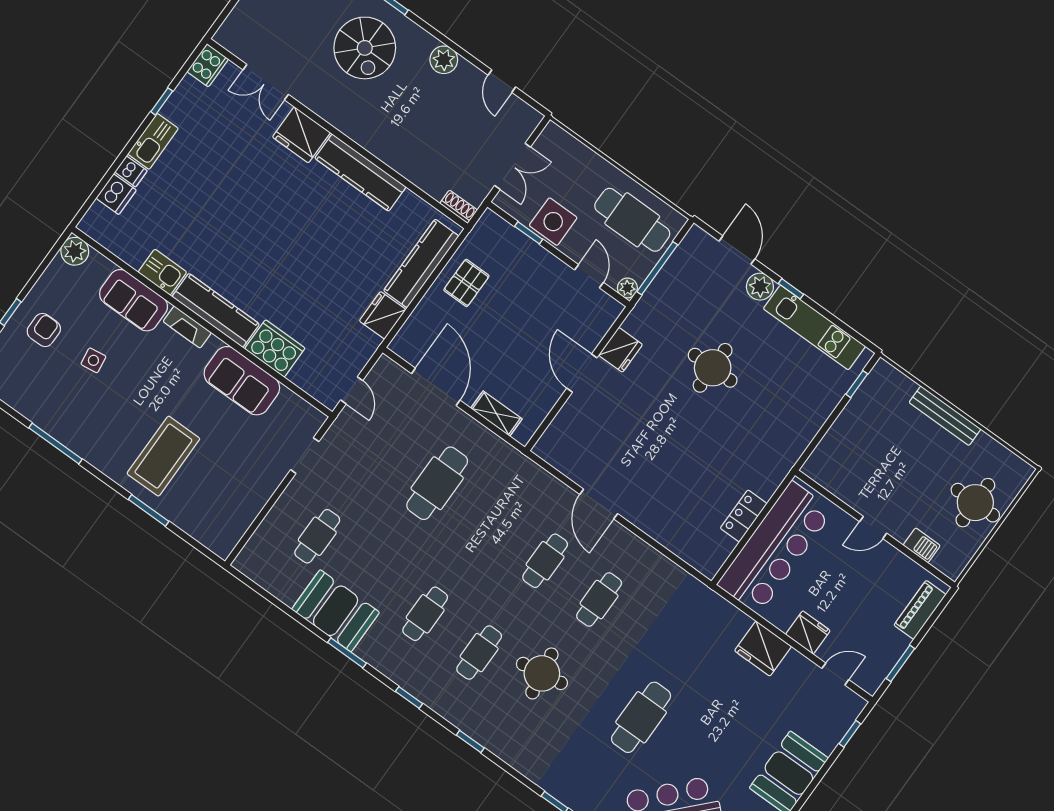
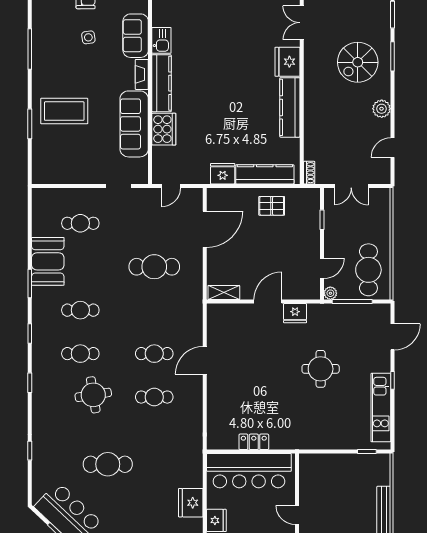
side table: (553, 222) -> (337, 228), removed
plant: (760, 287) -> (382, 363), removed
sofa: (242, 381) -> (134, 124), width x1.36
shelving: (496, 414) -> (224, 293), moved, turned 90

